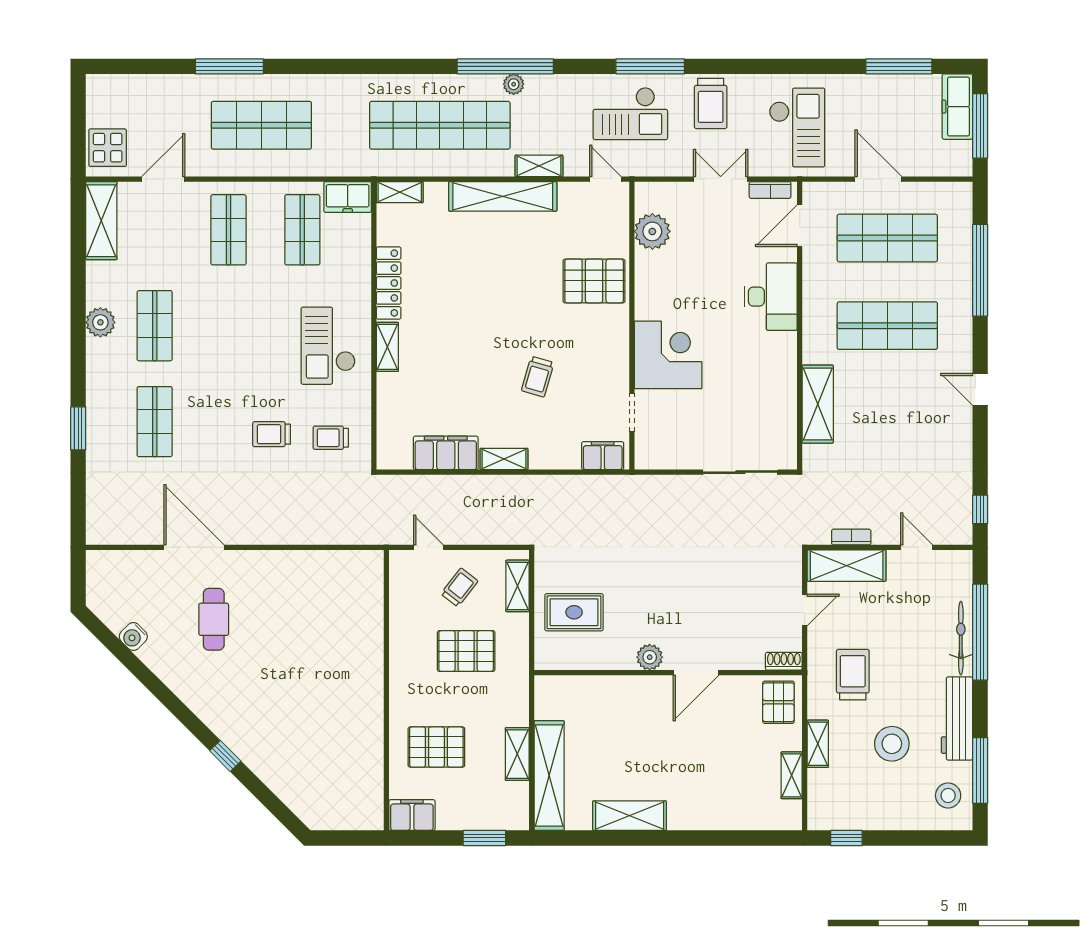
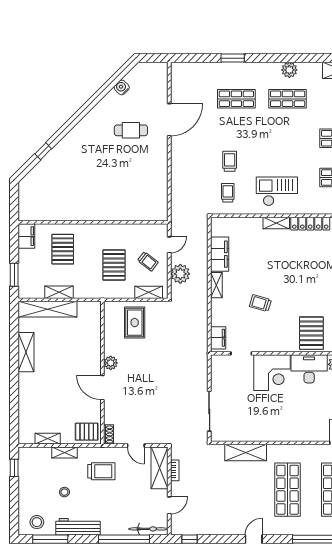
desk: (771, 297) -> (309, 369), moved, turned 180
plant: (483, 527) -> (180, 274), added
bicycle: (961, 638) -> (148, 529), moved
stool: (892, 744) -> (64, 492), width x0.53, depth x0.53
window: (225, 756) -> (43, 151), moved

